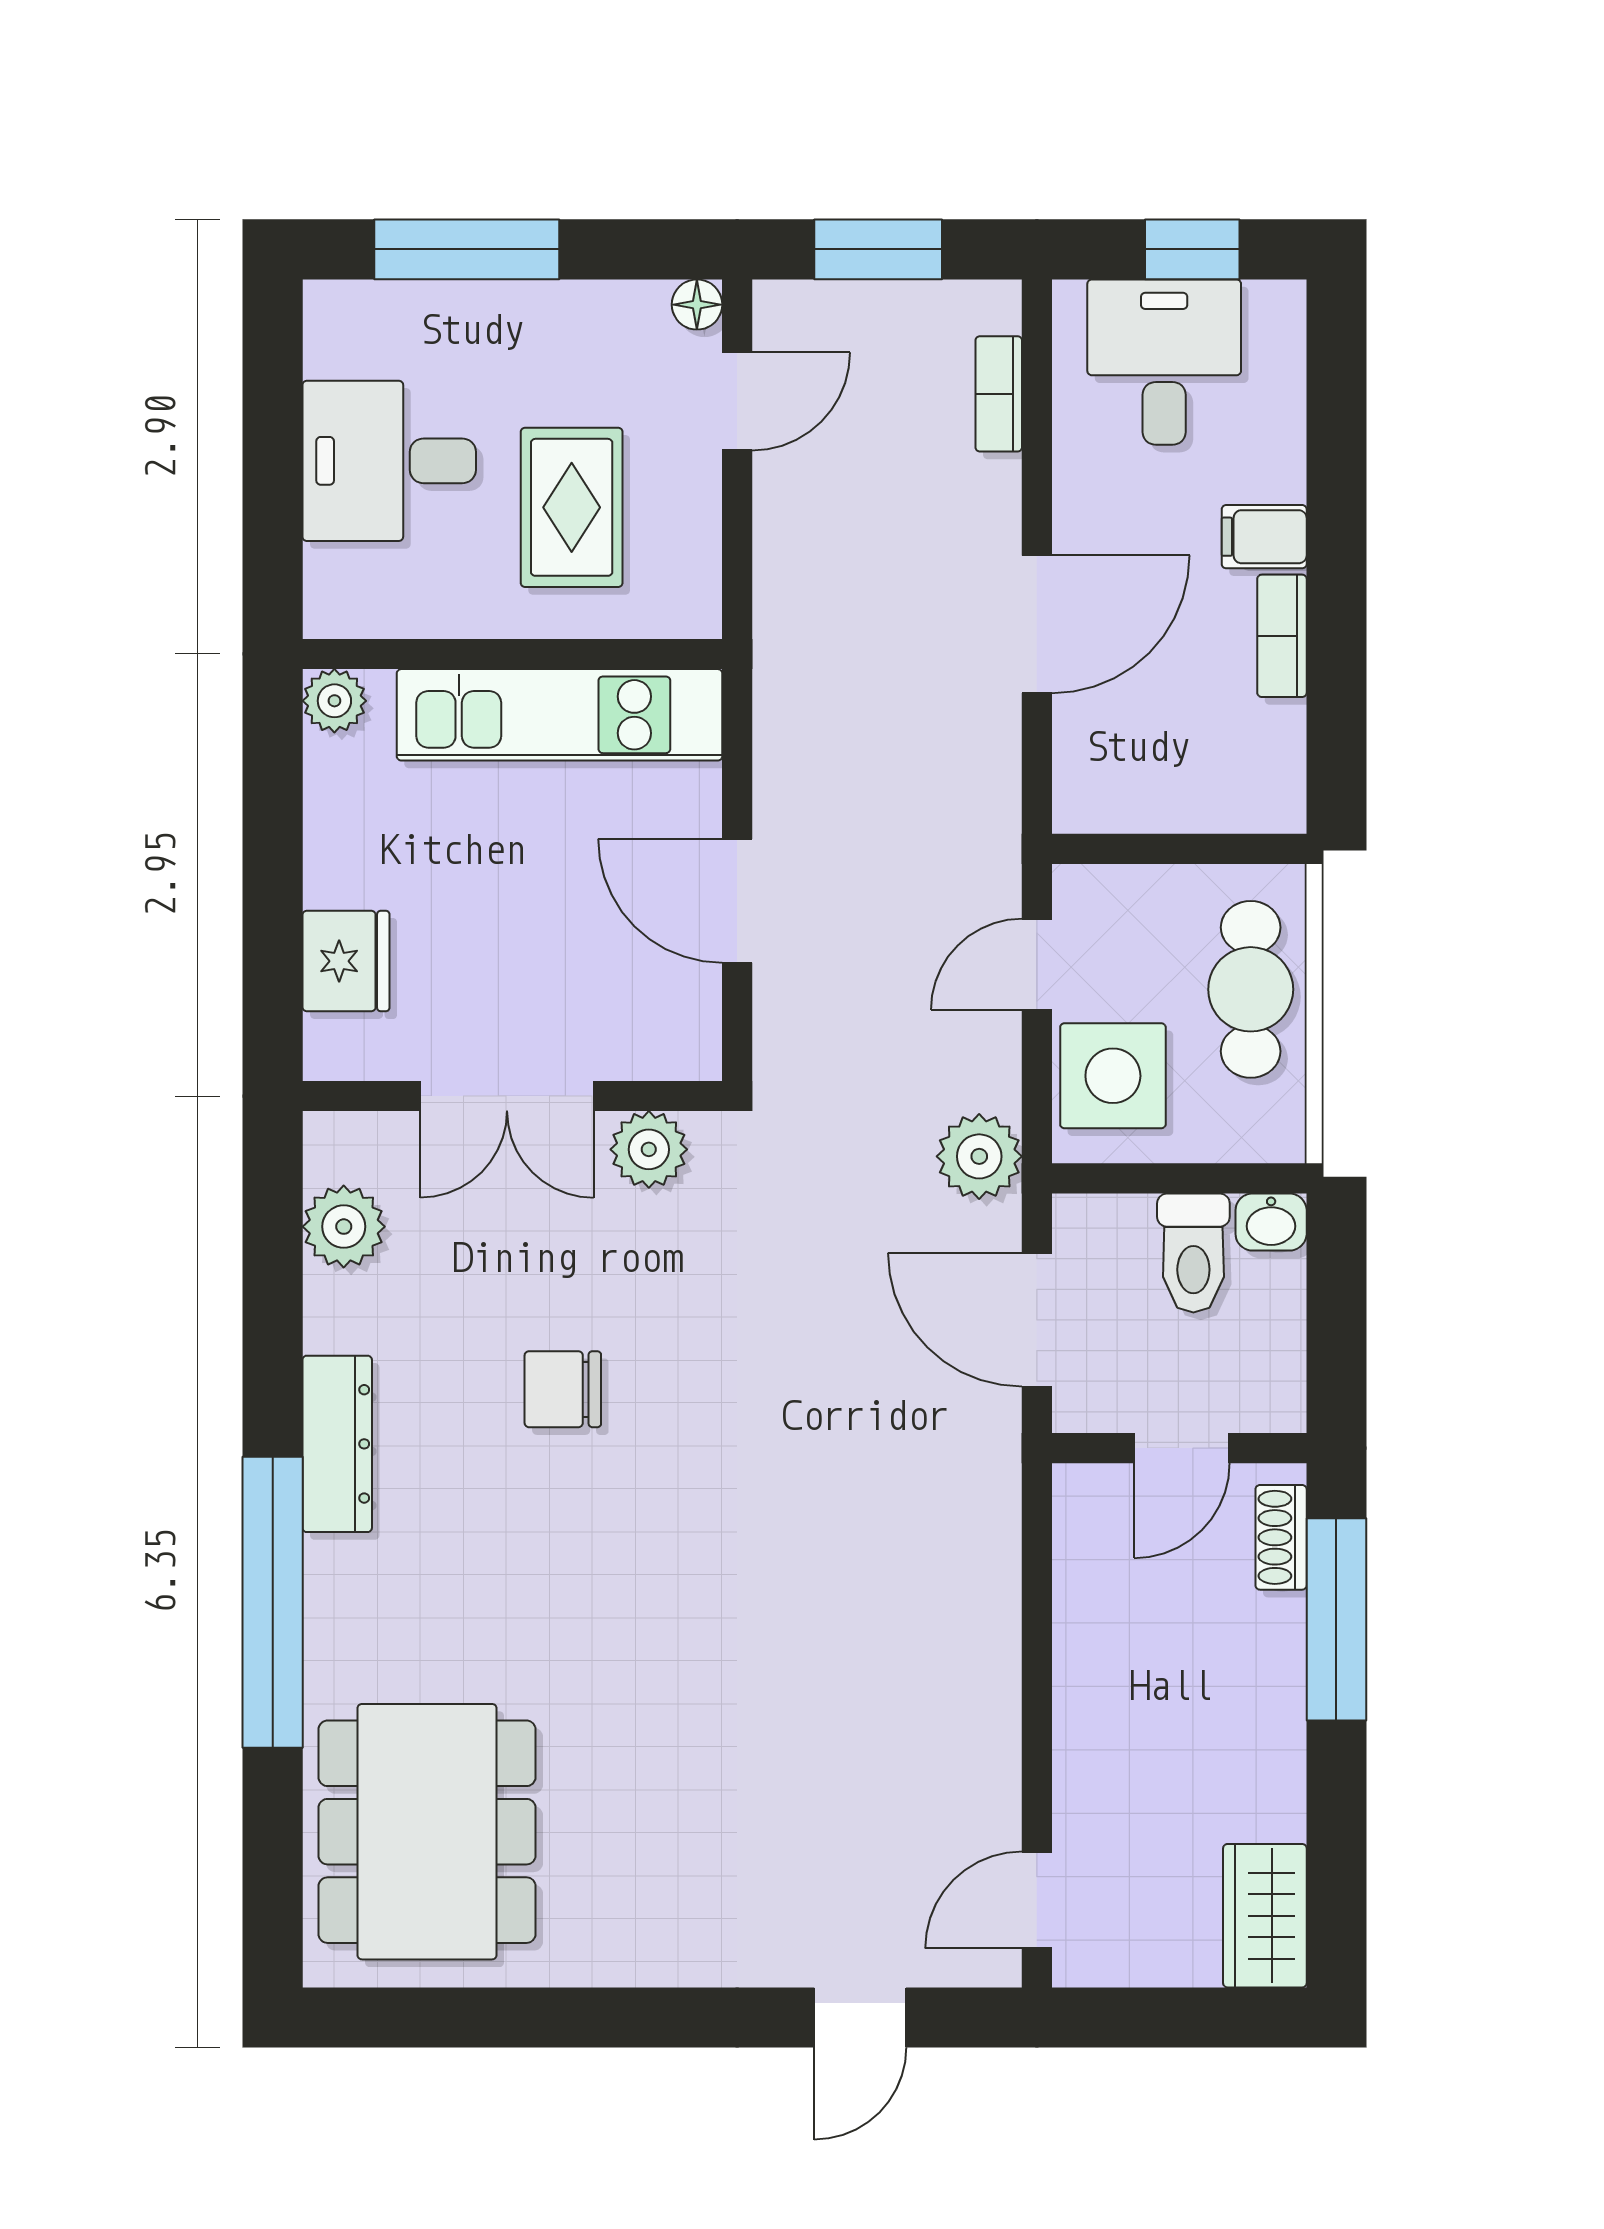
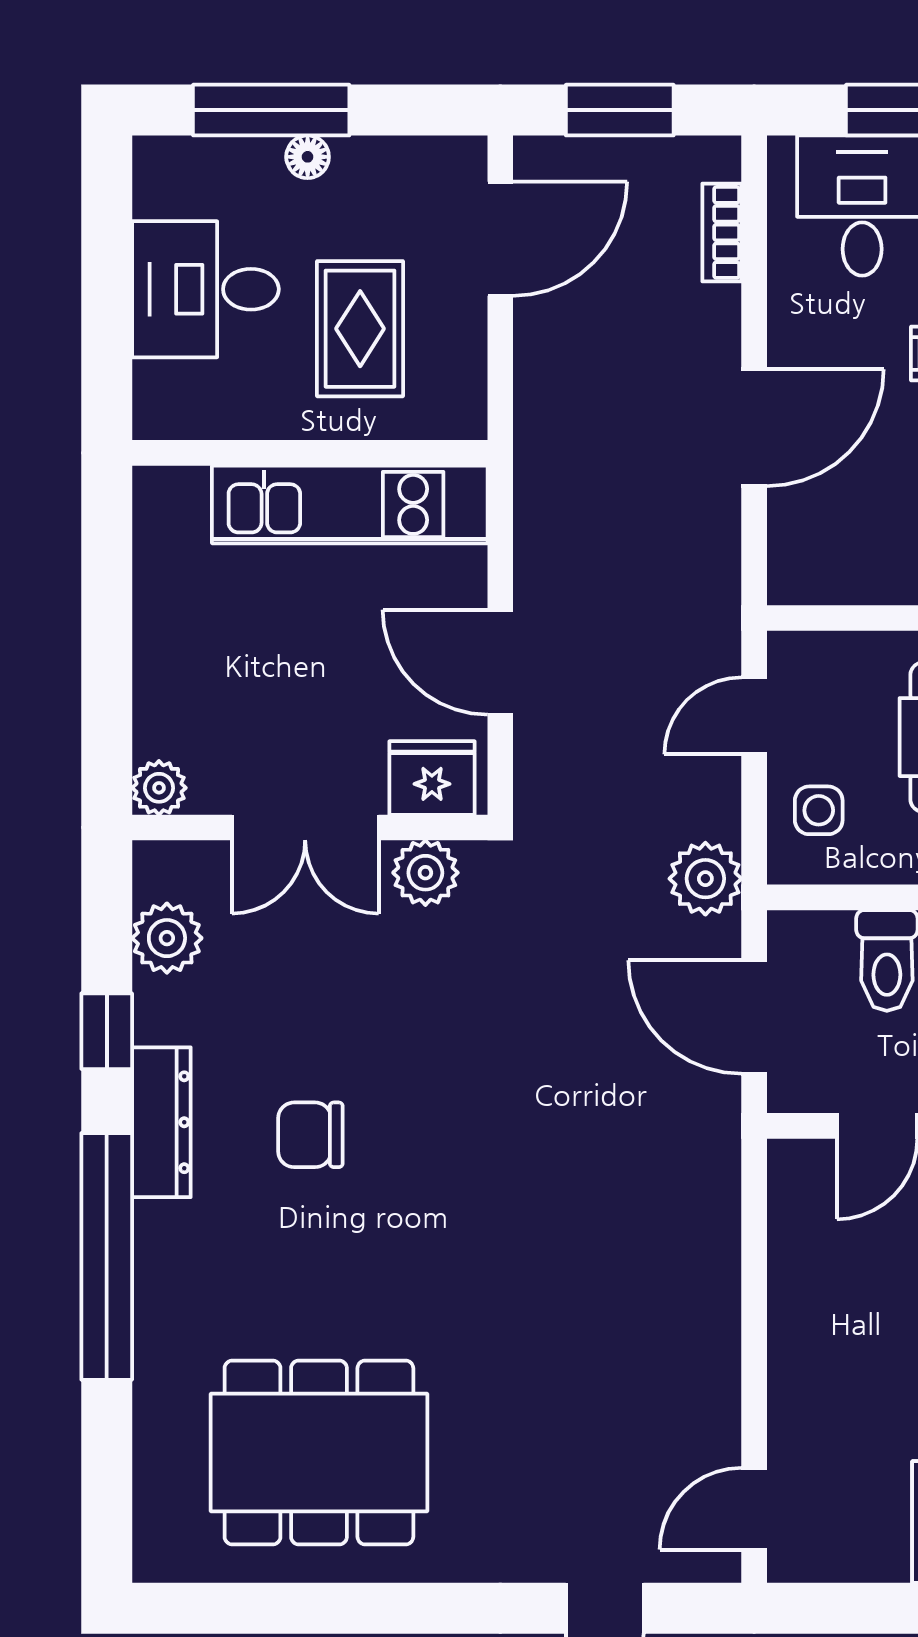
floor lamp: (697, 305) -> (308, 157), moved
door: (737, 401) -> (500, 239), width x1.37
plant: (334, 701) -> (159, 788), moved
fridge: (346, 961) -> (432, 778), moved, turned -90
side table: (1113, 1076) -> (819, 810), width x0.54, depth x0.54
window: (273, 1336) -> (107, 1031), added
chair: (563, 1389) -> (310, 1135), moved
dining table: (427, 1832) -> (319, 1452), moved, turned 90

